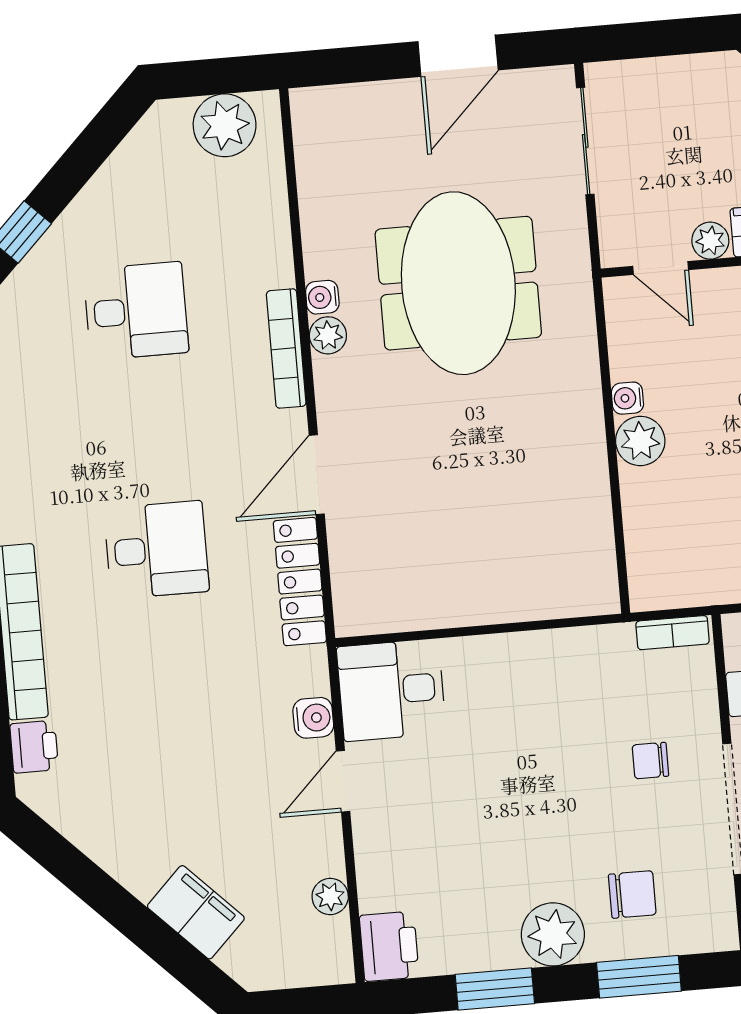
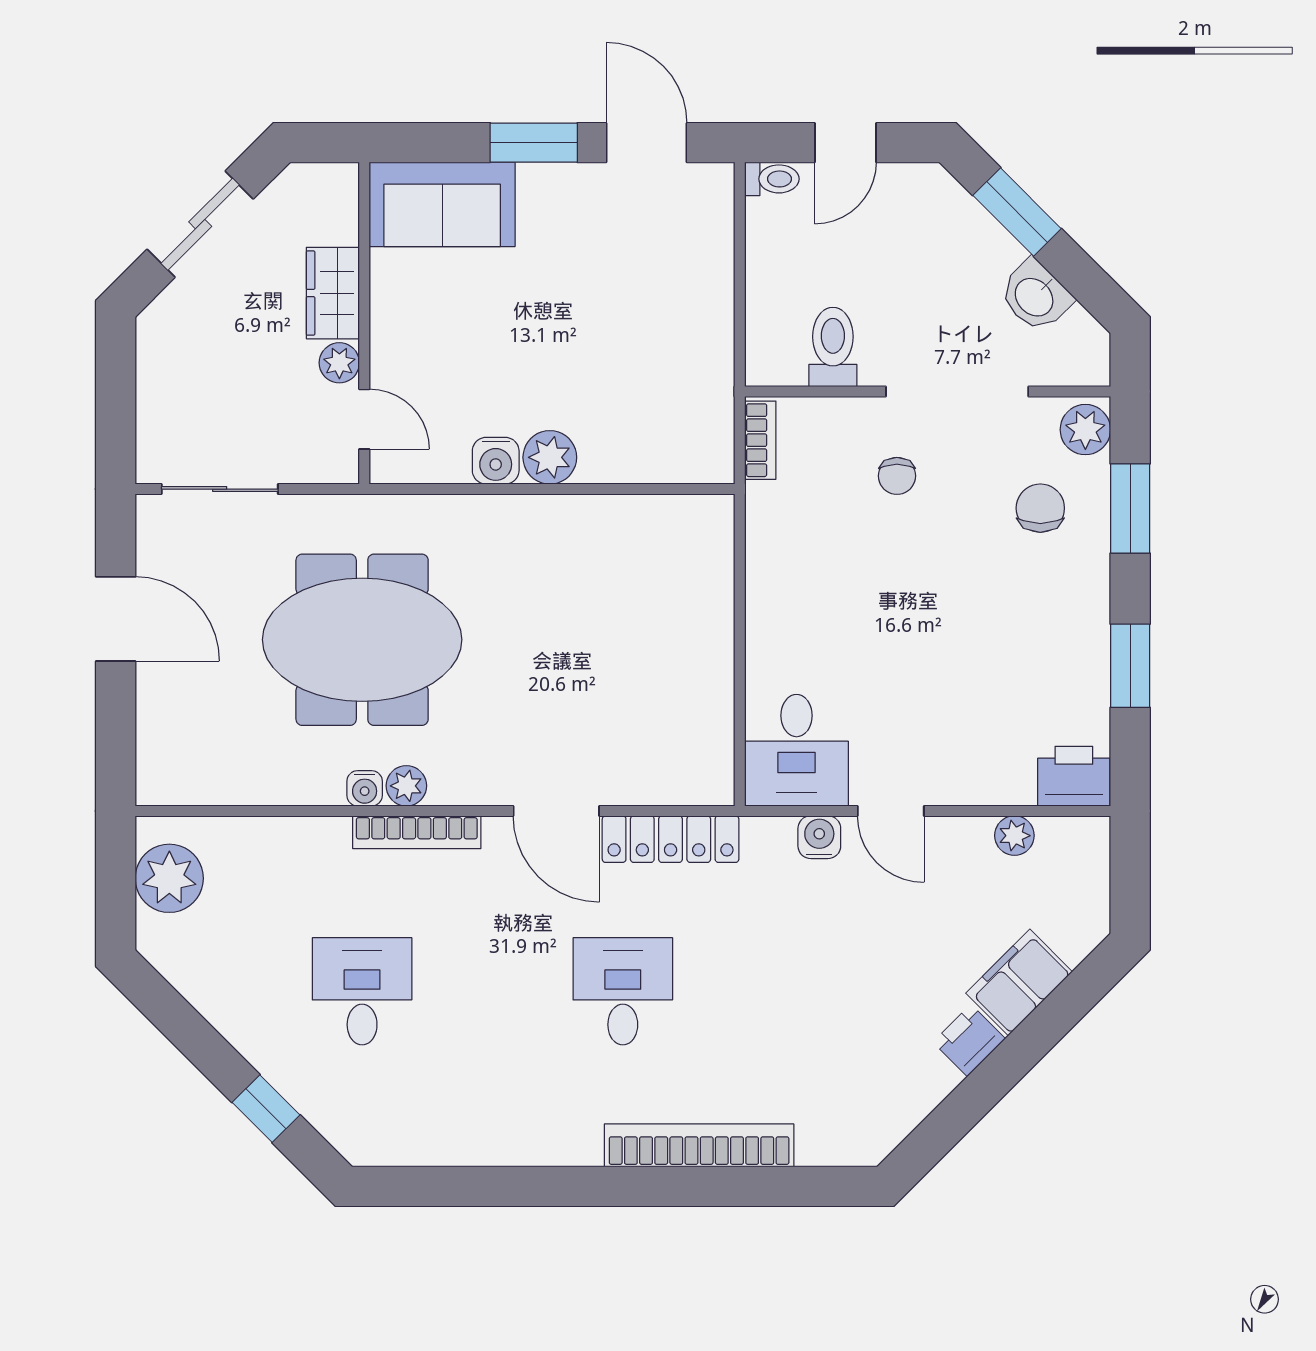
door: (661, 268) -> (364, 419), hinge flipped
water cooler: (627, 398) -> (496, 461), width x1.38, depth x1.38
printer: (34, 747) -> (969, 1040), moved, turned -45
plant: (553, 934) -> (1085, 430), moved, width x0.73, depth x0.73

